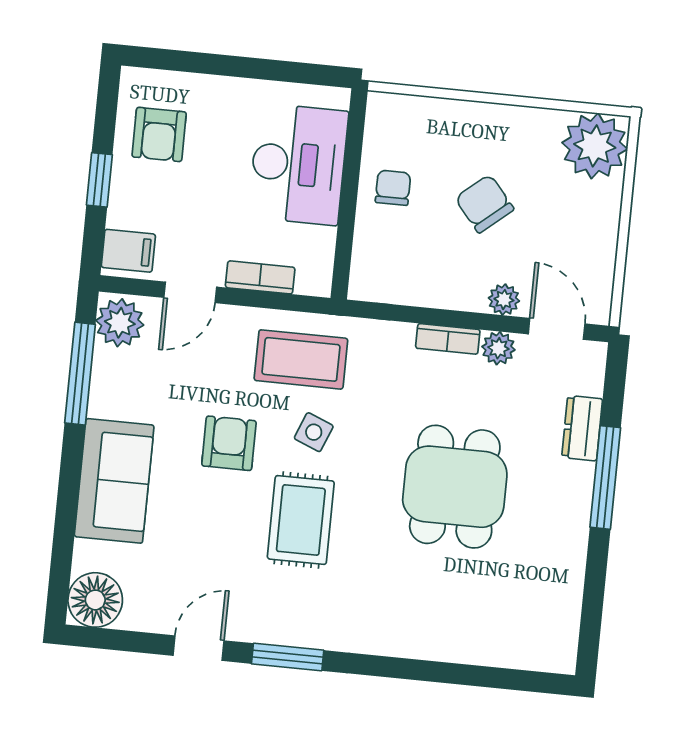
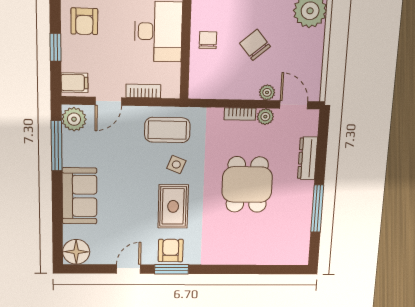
dresser: (582, 428) -> (307, 158), width x1.44
armchair: (229, 443) -> (171, 250), moved
window: (605, 477) -> (317, 209), moved

